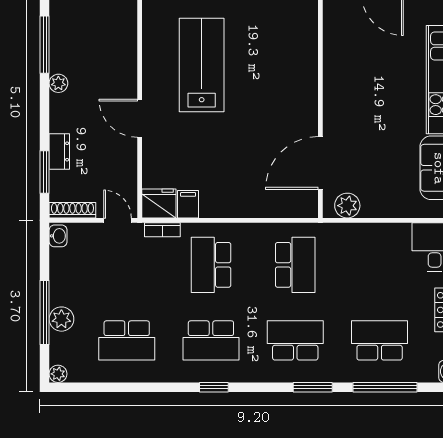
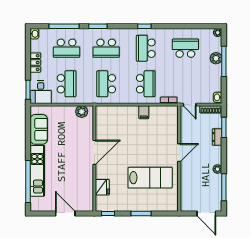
lab bench: (202, 65) -> (150, 178), turned -90
door: (140, 118) -> (179, 153), hinge flipped
door: (320, 163) -> (94, 152), moved
fridge: (159, 203) -> (102, 187), moved, turned -90
filing cabinet: (188, 204) -> (144, 112), moved
school desk: (380, 265) -> (67, 84), added
school desk: (211, 340) -> (146, 48), turned -90

